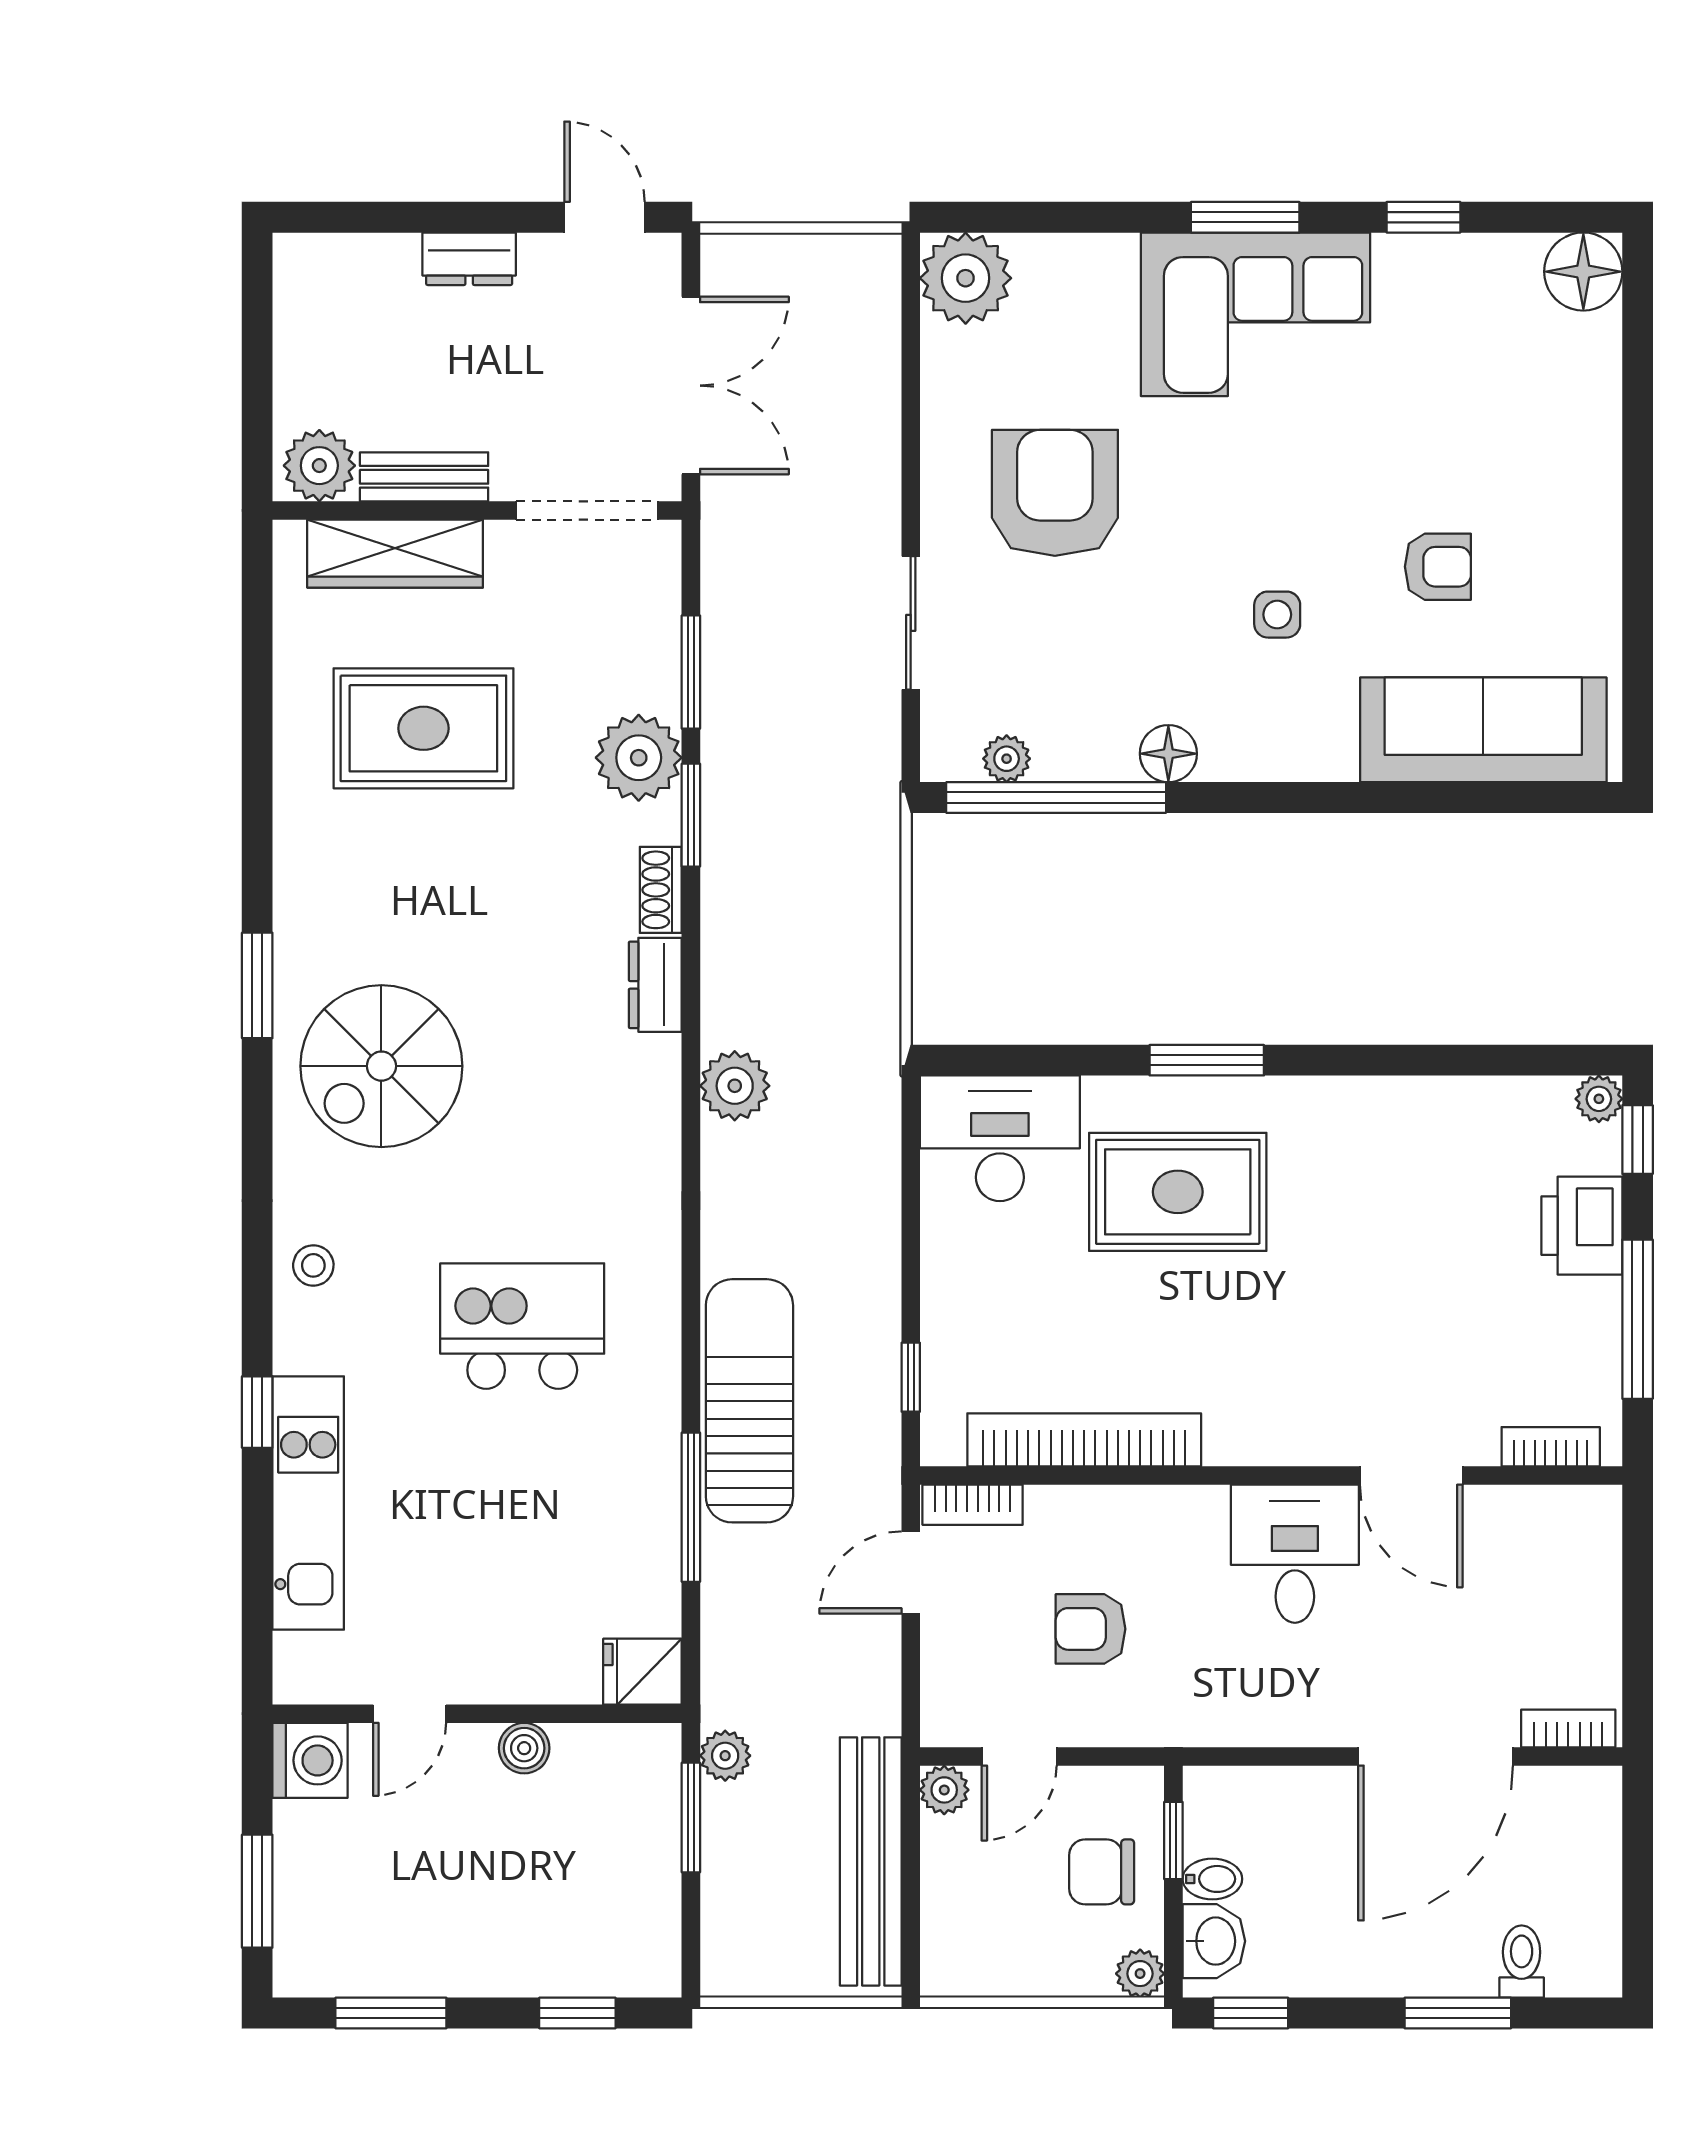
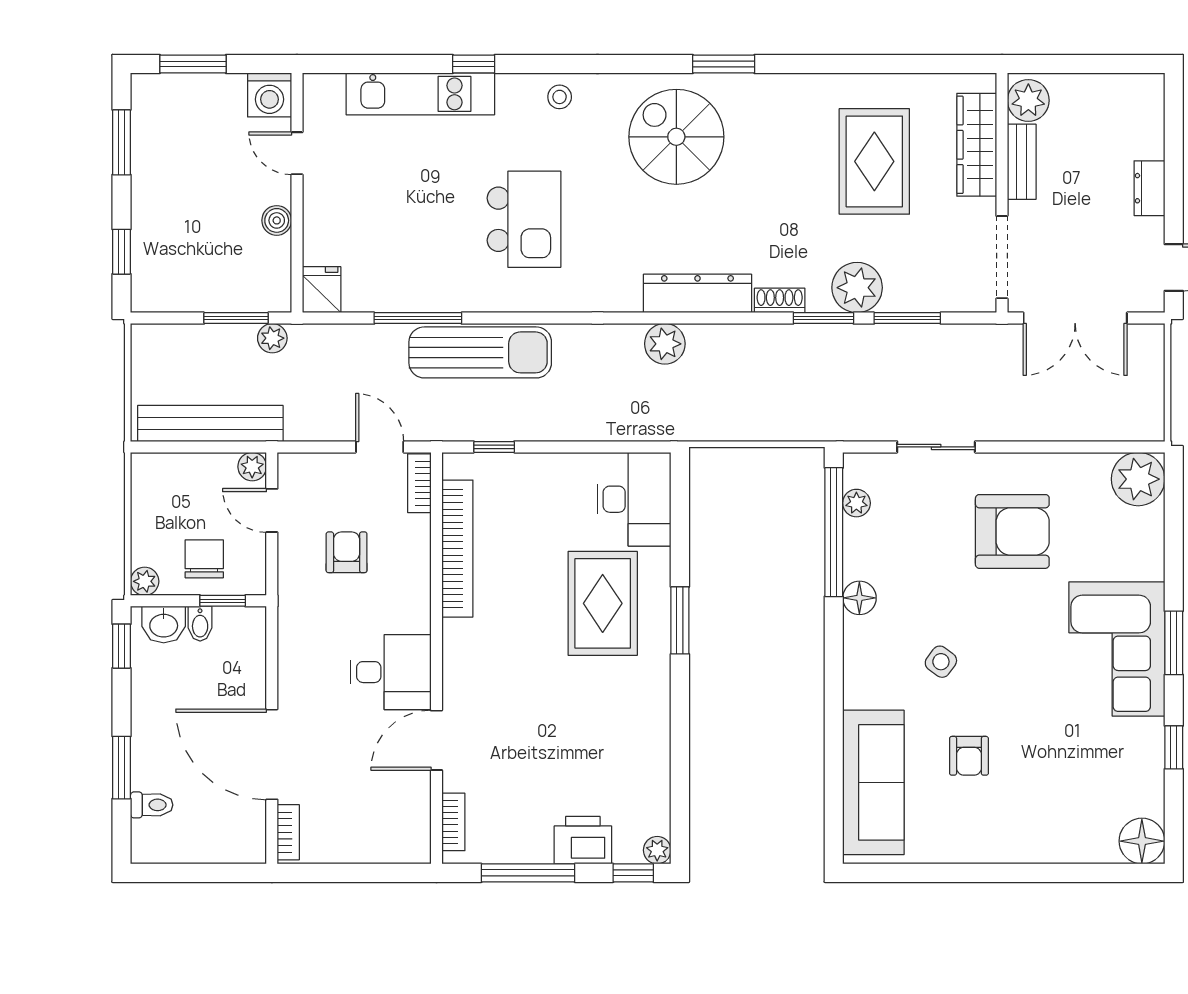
side table: (1277, 615) -> (941, 662), turned 36
dresser: (655, 985) -> (697, 293), width x1.96, depth x1.24

